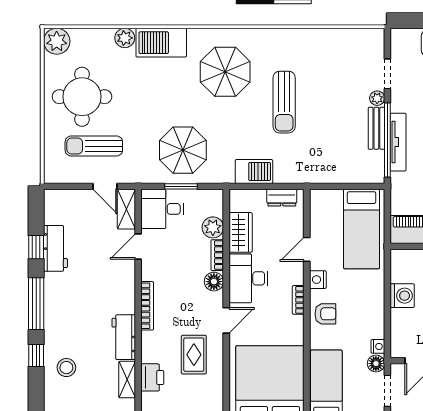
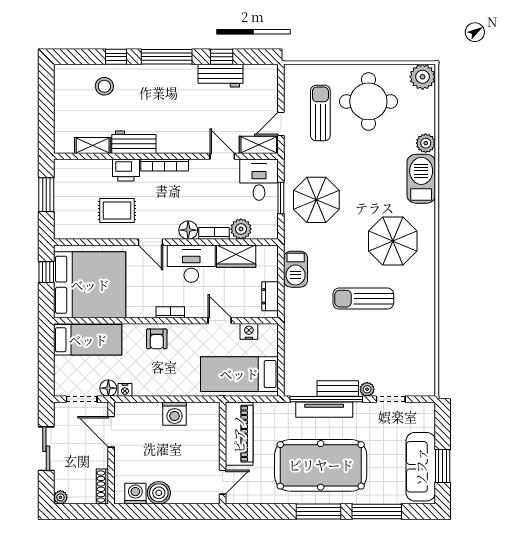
nightstand: (318, 280) -> (249, 331), moved
printer: (152, 377) -> (126, 170), moved

